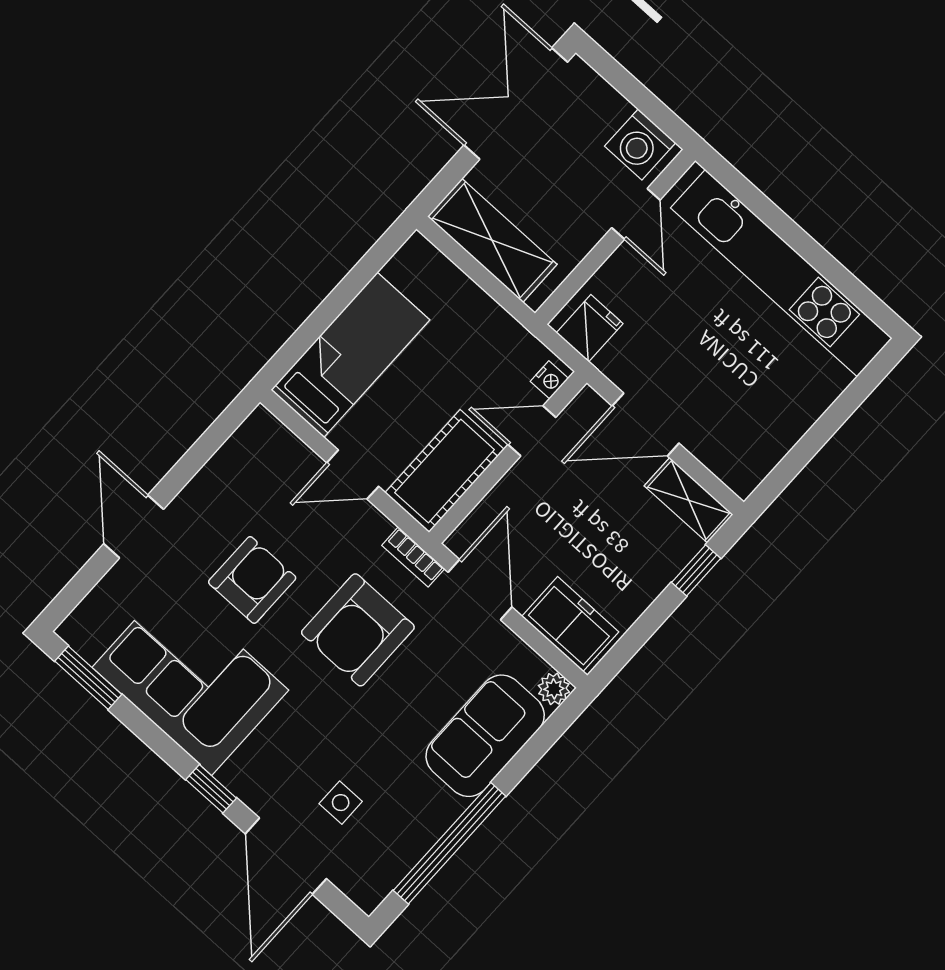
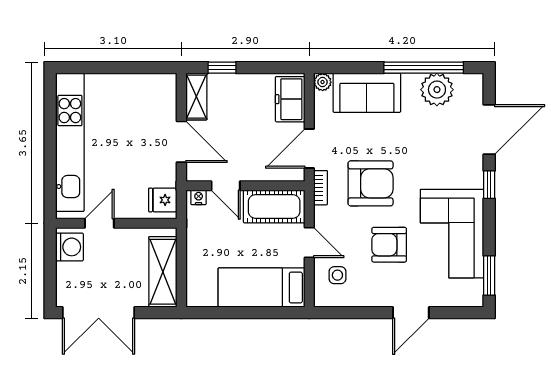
side table: (341, 803) -> (337, 275), moved
plant: (404, 834) -> (437, 90), added

